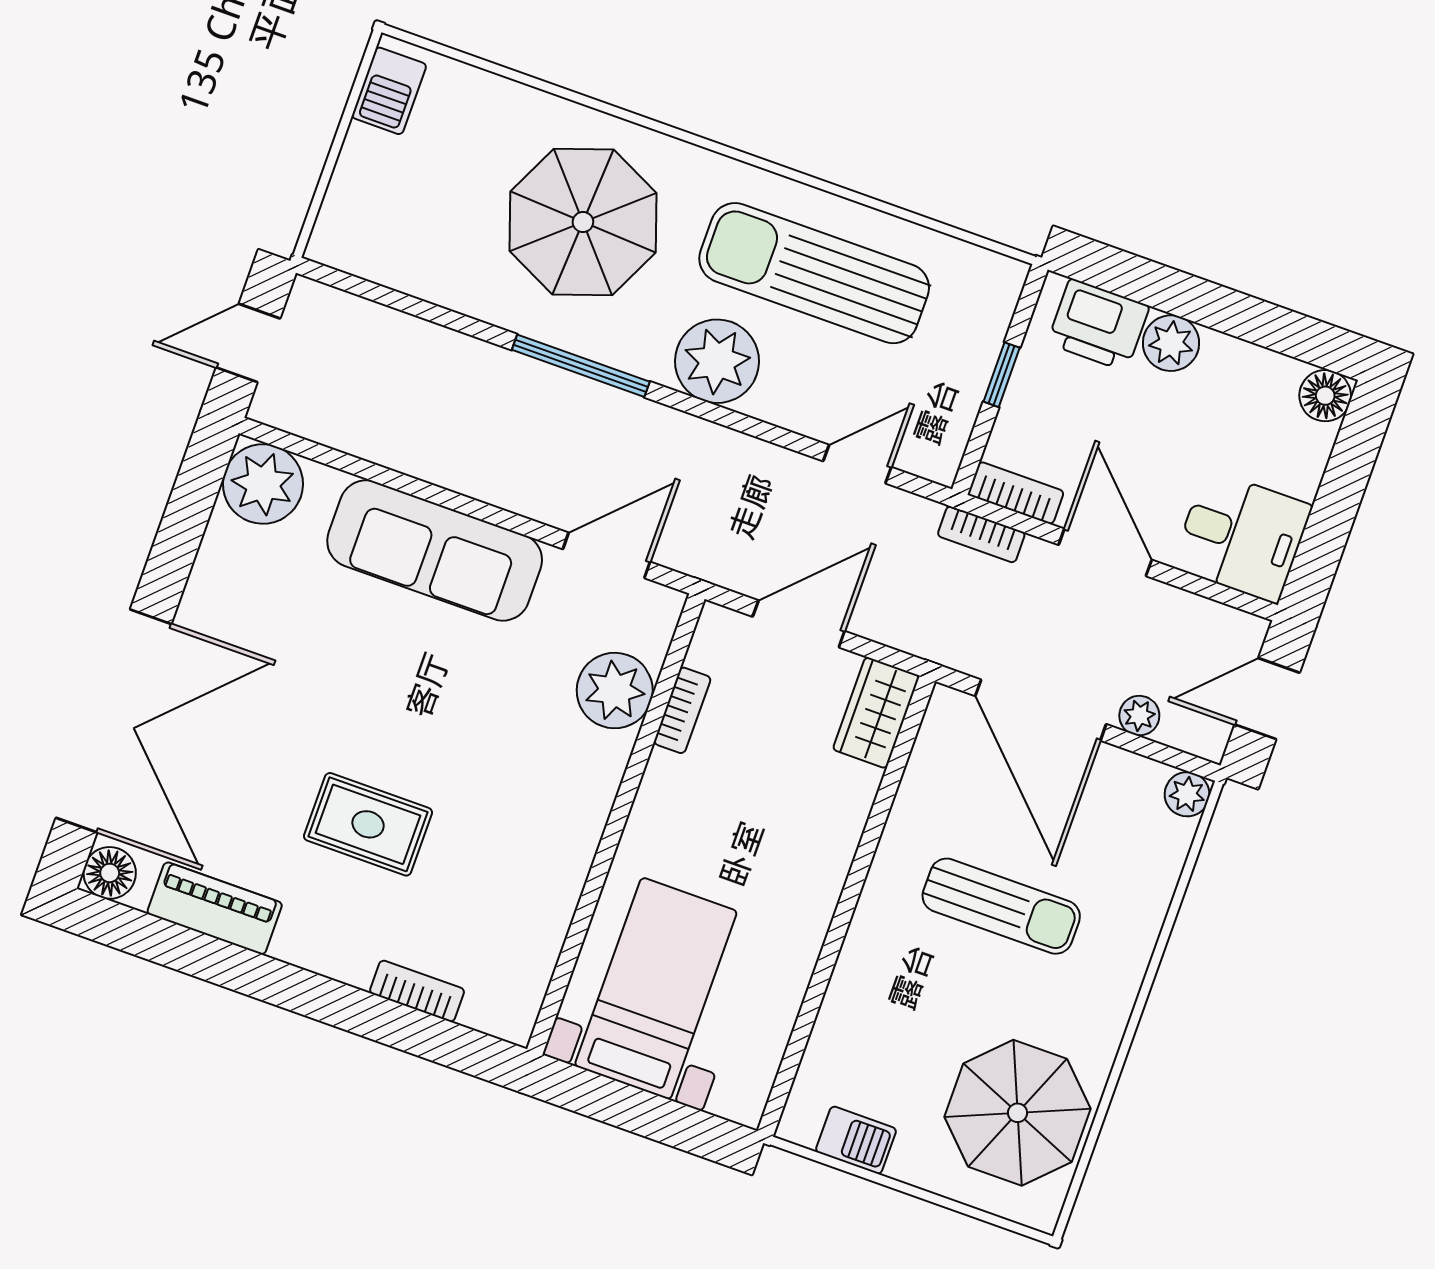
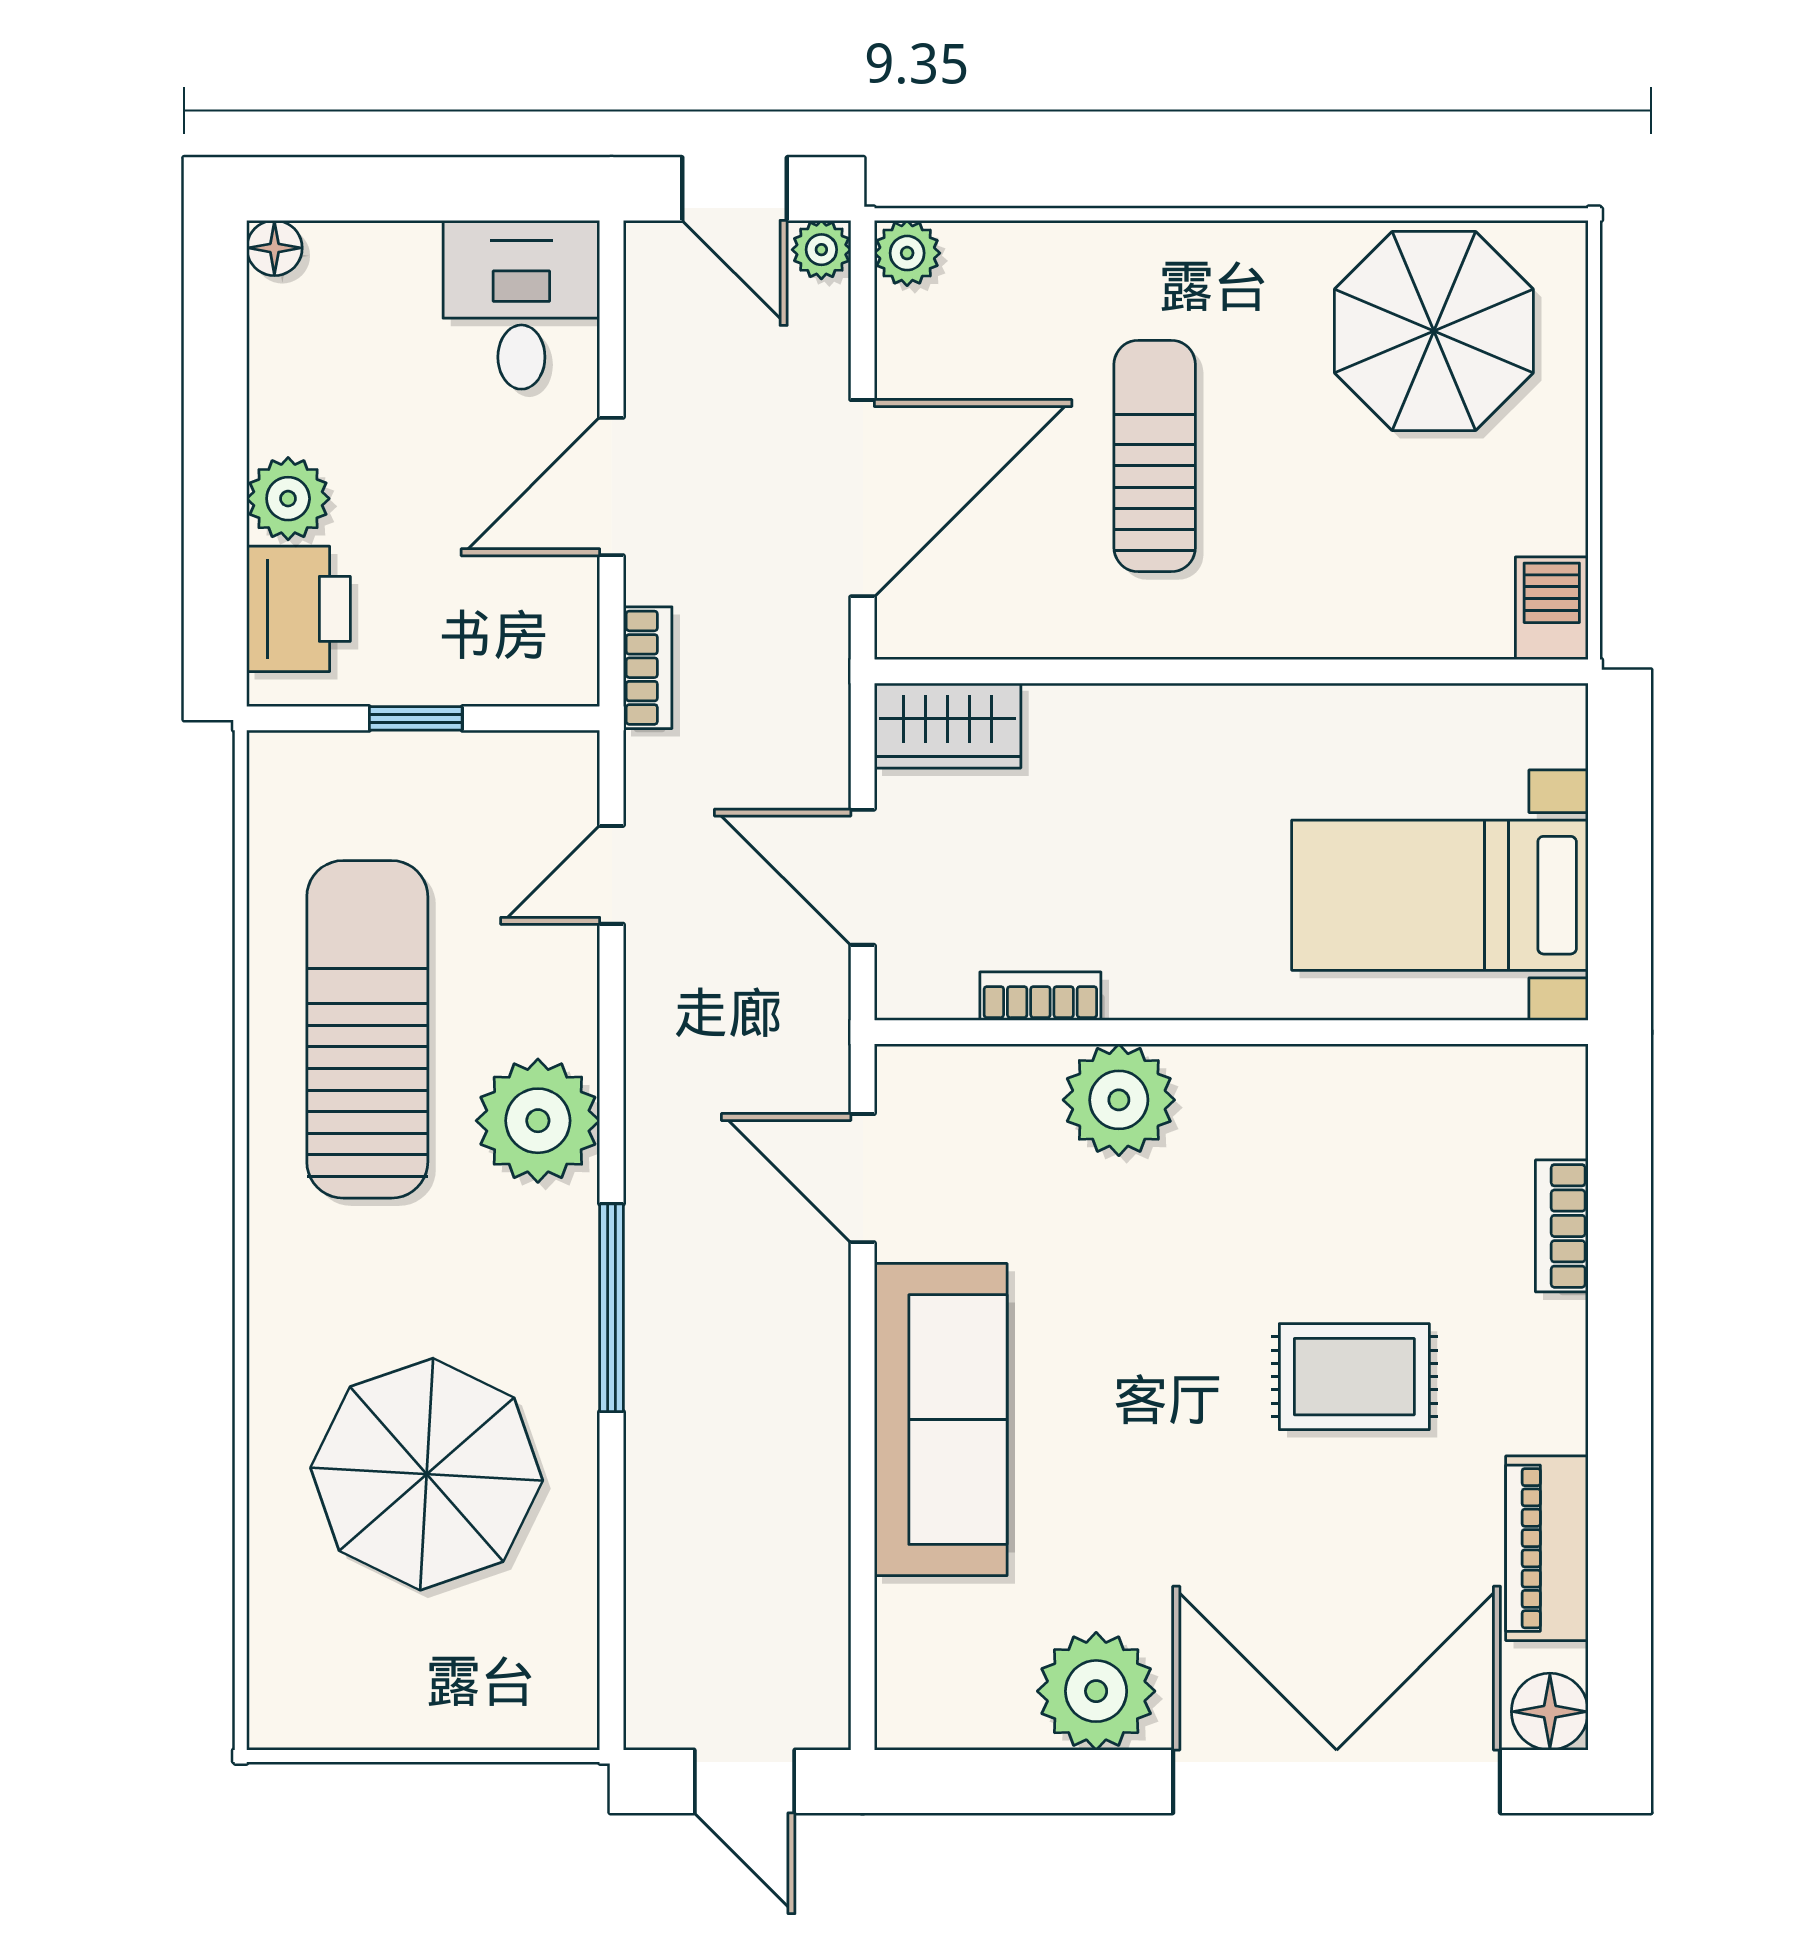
barbecue: (389, 91) -> (324, 1710), removed
parasol: (583, 222) -> (427, 1474), moved
sun lounger: (814, 273) -> (367, 1029), turned 180
floor lamp: (1325, 396) -> (274, 248), width x0.73, depth x0.73
door: (857, 464) -> (612, 875), hinge flipped
plant: (263, 484) -> (1096, 1691), moved
bookcase: (1016, 493) -> (573, 640), removed
plant: (615, 691) -> (1119, 1100), moved
plant: (1139, 716) -> (821, 250), moved
rug: (368, 824) -> (1354, 1377), turned 90
barbecue: (856, 1140) -> (1552, 608), moved

